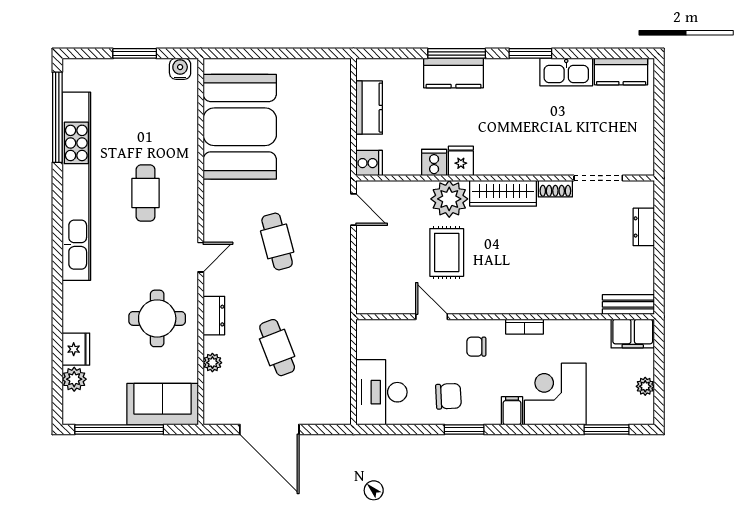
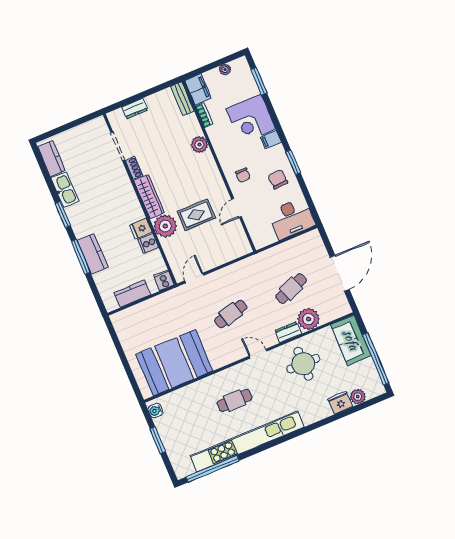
plant: (549, 301) -> (199, 145), added
bookcase: (525, 327) -> (204, 115), moved
plant: (212, 363) -> (309, 319), width x1.88, depth x1.88

